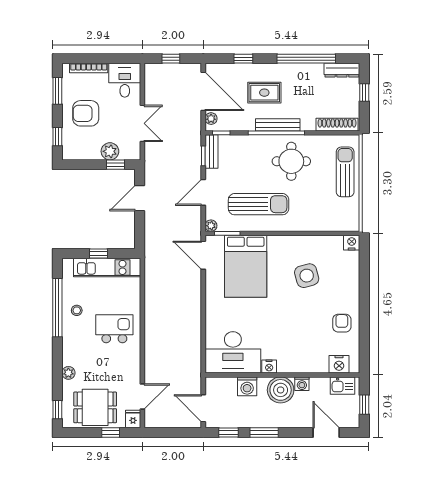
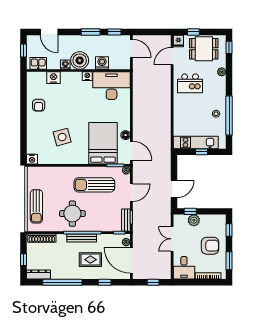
floor lamp: (212, 278) -> (126, 135), added
kitchen island: (114, 329) -> (190, 83), moved
nightstand: (339, 364) -> (54, 78), moved

